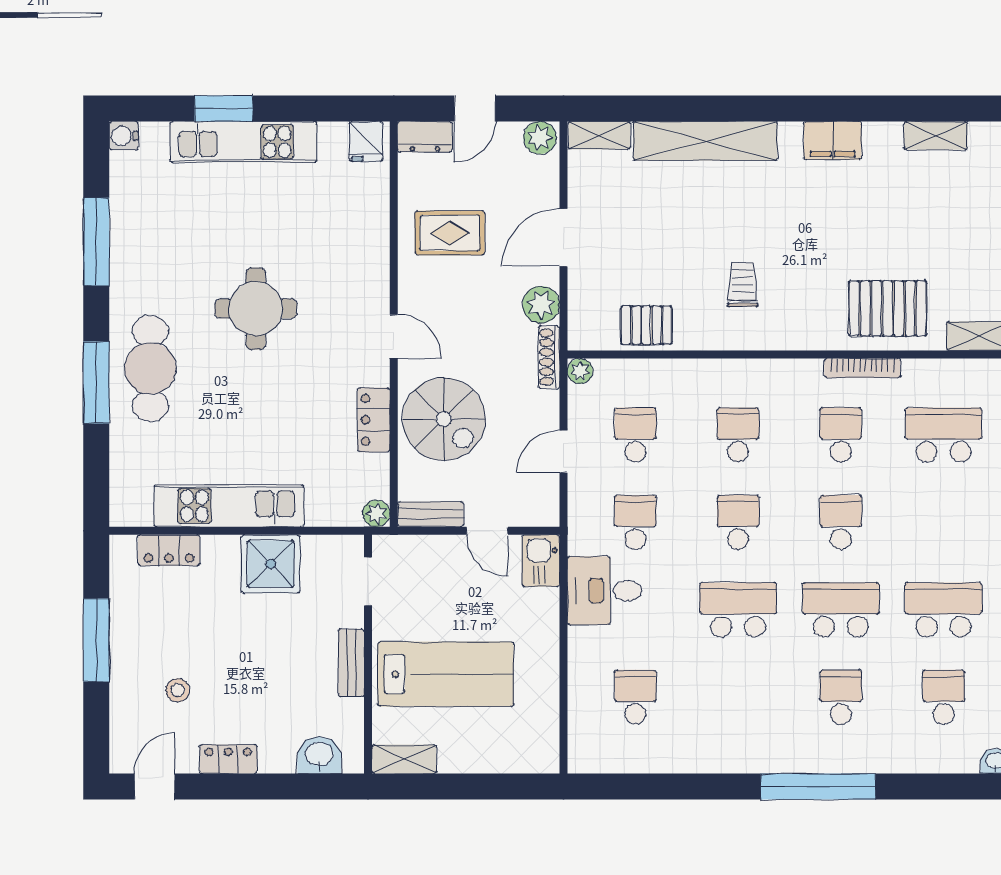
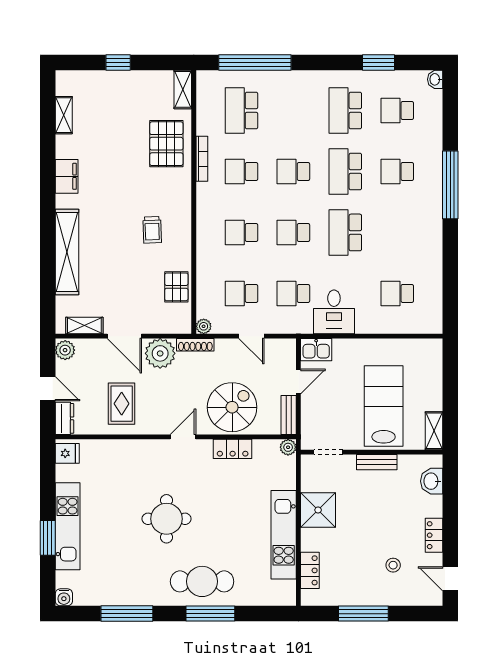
shelving: (599, 135) -> (84, 326), moved, turned 90
trolley: (743, 284) -> (152, 230), turned -92
plant: (541, 305) -> (160, 353), width x1.36, depth x1.36

